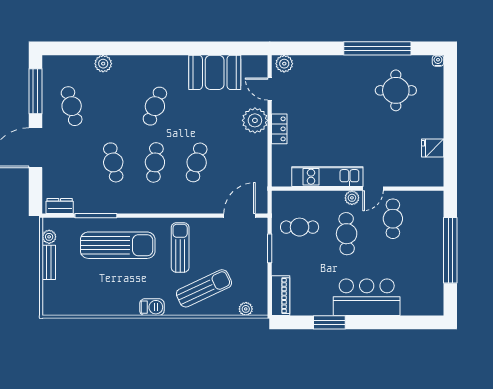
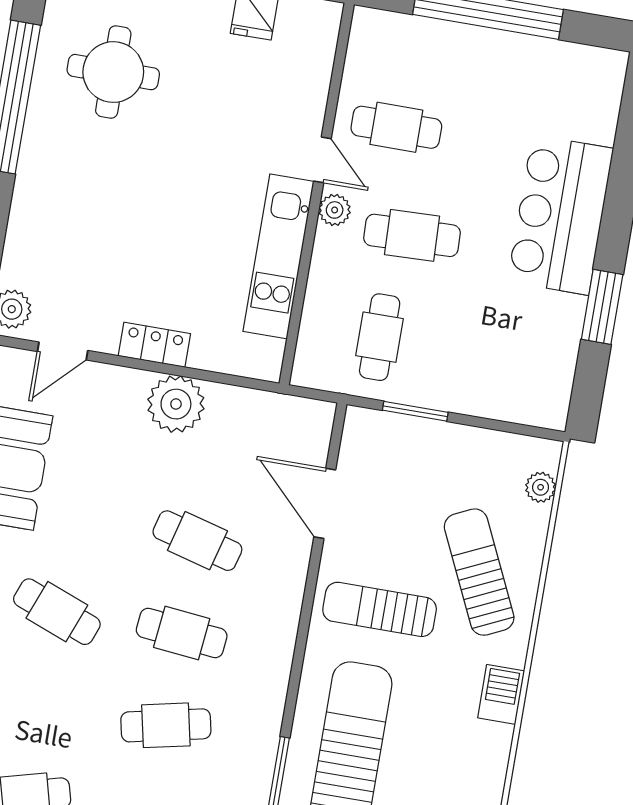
plant: (255, 120) -> (176, 404), moved
door: (240, 216) -> (325, 503), moved
piano: (281, 296) -> (524, 405), removed

